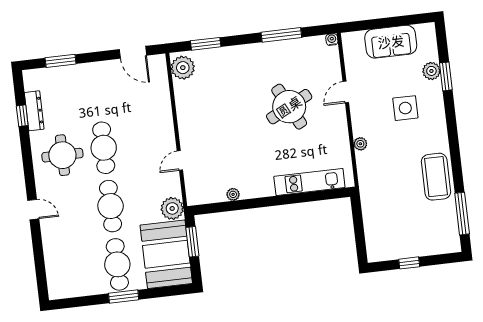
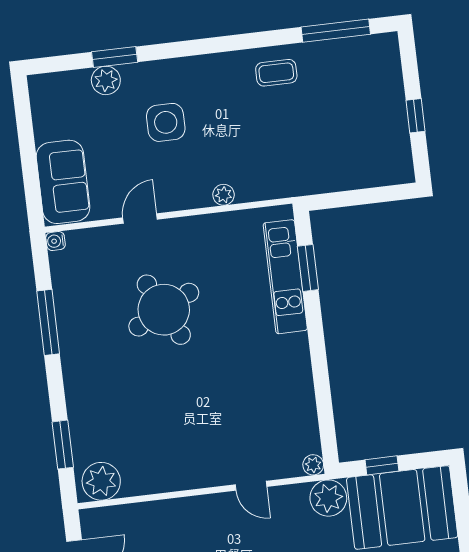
sofa: (391, 42) -> (63, 182), moved
door: (346, 92) -> (140, 219), swing flipped
coffee table: (436, 177) -> (276, 73), width x0.54, depth x0.58
plant: (233, 194) -> (313, 465), moved
window: (315, 196) -> (308, 268), added
window: (192, 242) -> (382, 465), width x0.67

